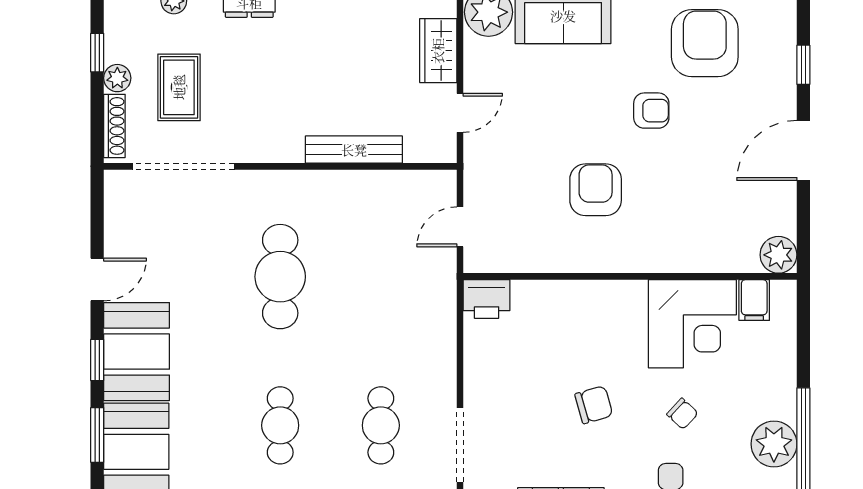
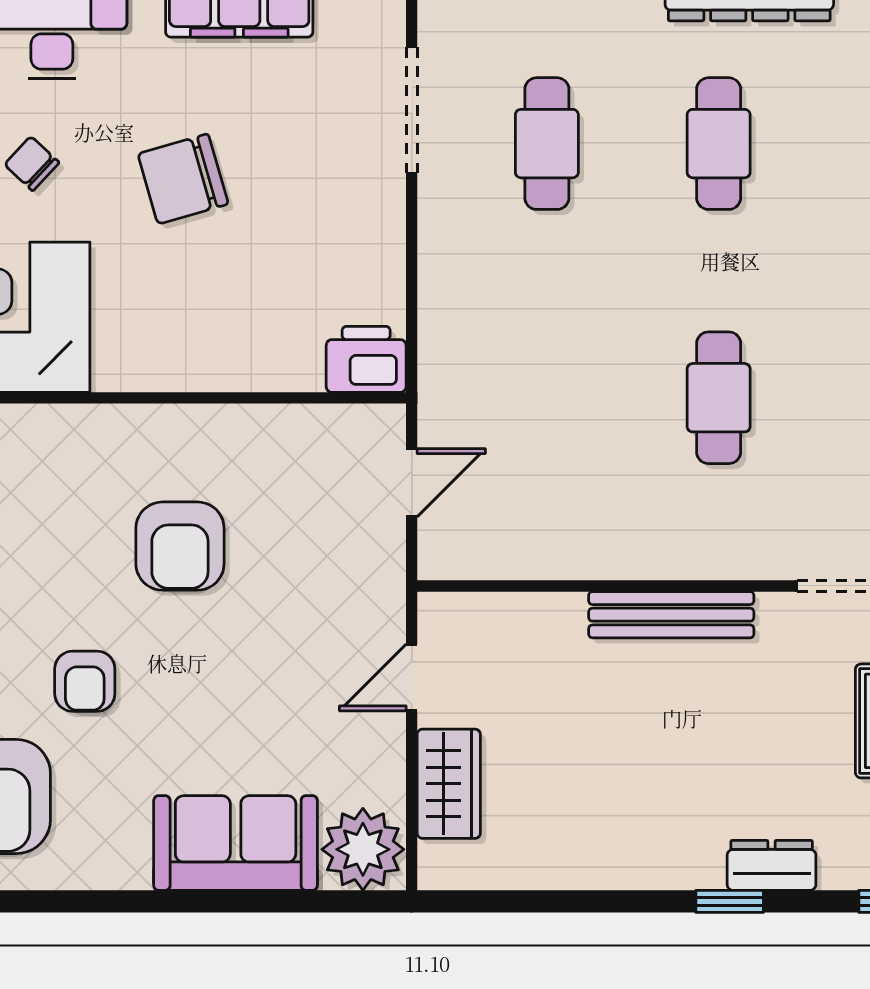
armchair: (651, 111) -> (85, 681), turned -90
bench: (354, 150) -> (671, 615), moved
cafe table: (280, 277) -> (719, 398), width x0.73, depth x0.74
chair: (594, 405) -> (183, 179), width x1.37, depth x1.37

